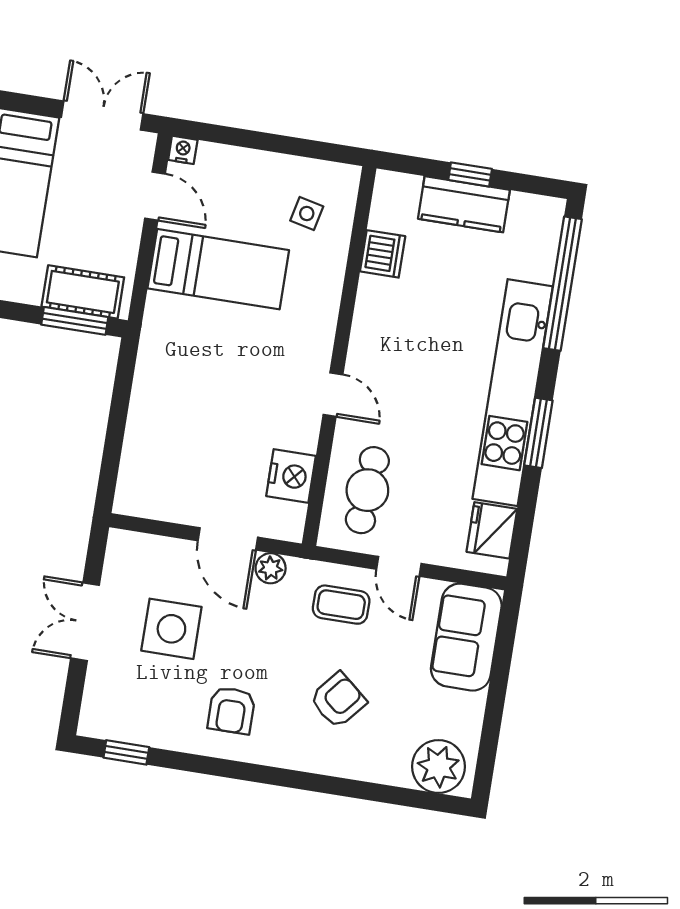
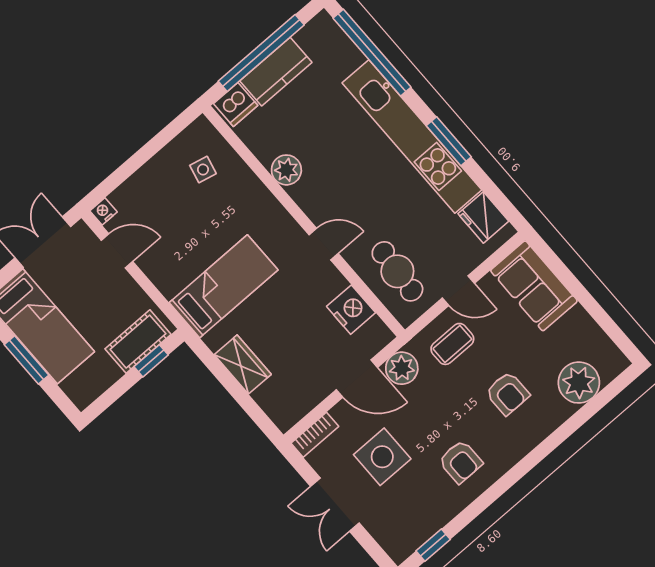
window: (470, 174) -> (261, 53), width x3.17
dishwasher: (383, 254) -> (236, 104), moved, turned 90
bed: (218, 269) -> (224, 286), moved
plant: (375, 296) -> (286, 170), added
window: (75, 321) -> (151, 361), width x0.67
wardrobe: (147, 414) -> (243, 364), added
bookcase: (137, 544) -> (315, 435), added
plant: (271, 568) -> (402, 368), width x1.38, depth x1.38
armchair: (338, 700) -> (508, 393), turned 140
plant: (438, 767) -> (579, 383), moved

